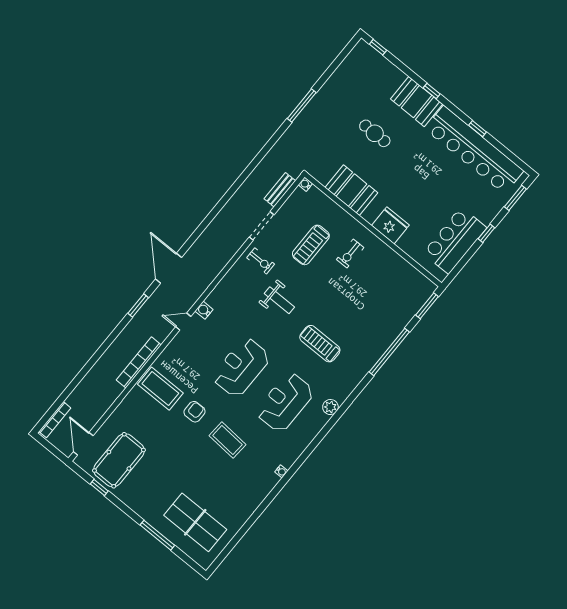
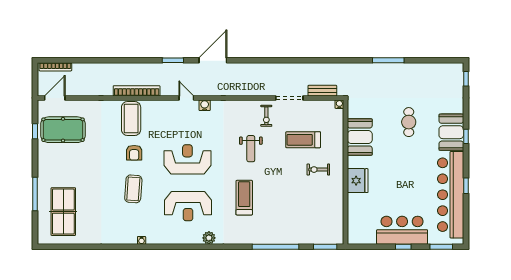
bar counter: (455, 240) -> (402, 230), moved
reception desk: (285, 402) -> (188, 206), turned 180
armchair: (195, 412) -> (134, 153), turned 90

